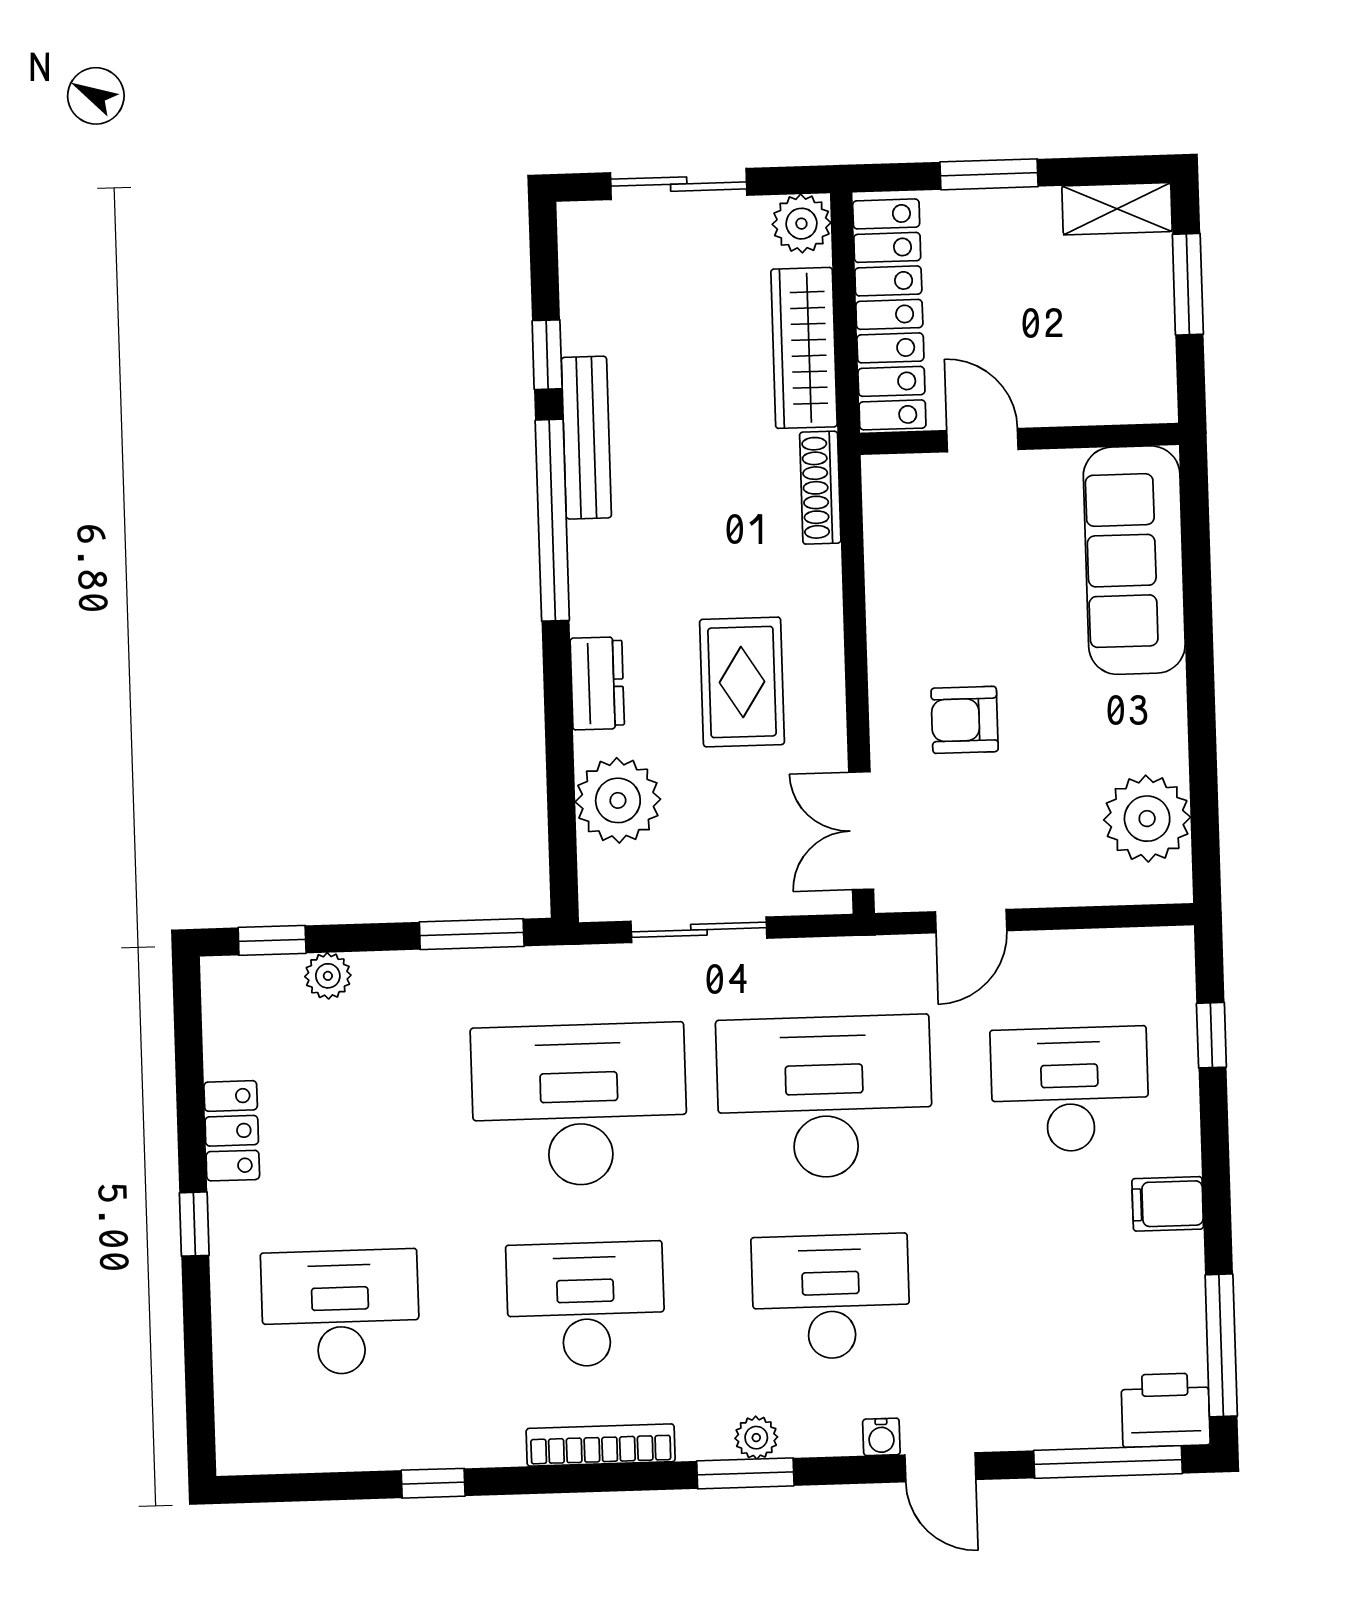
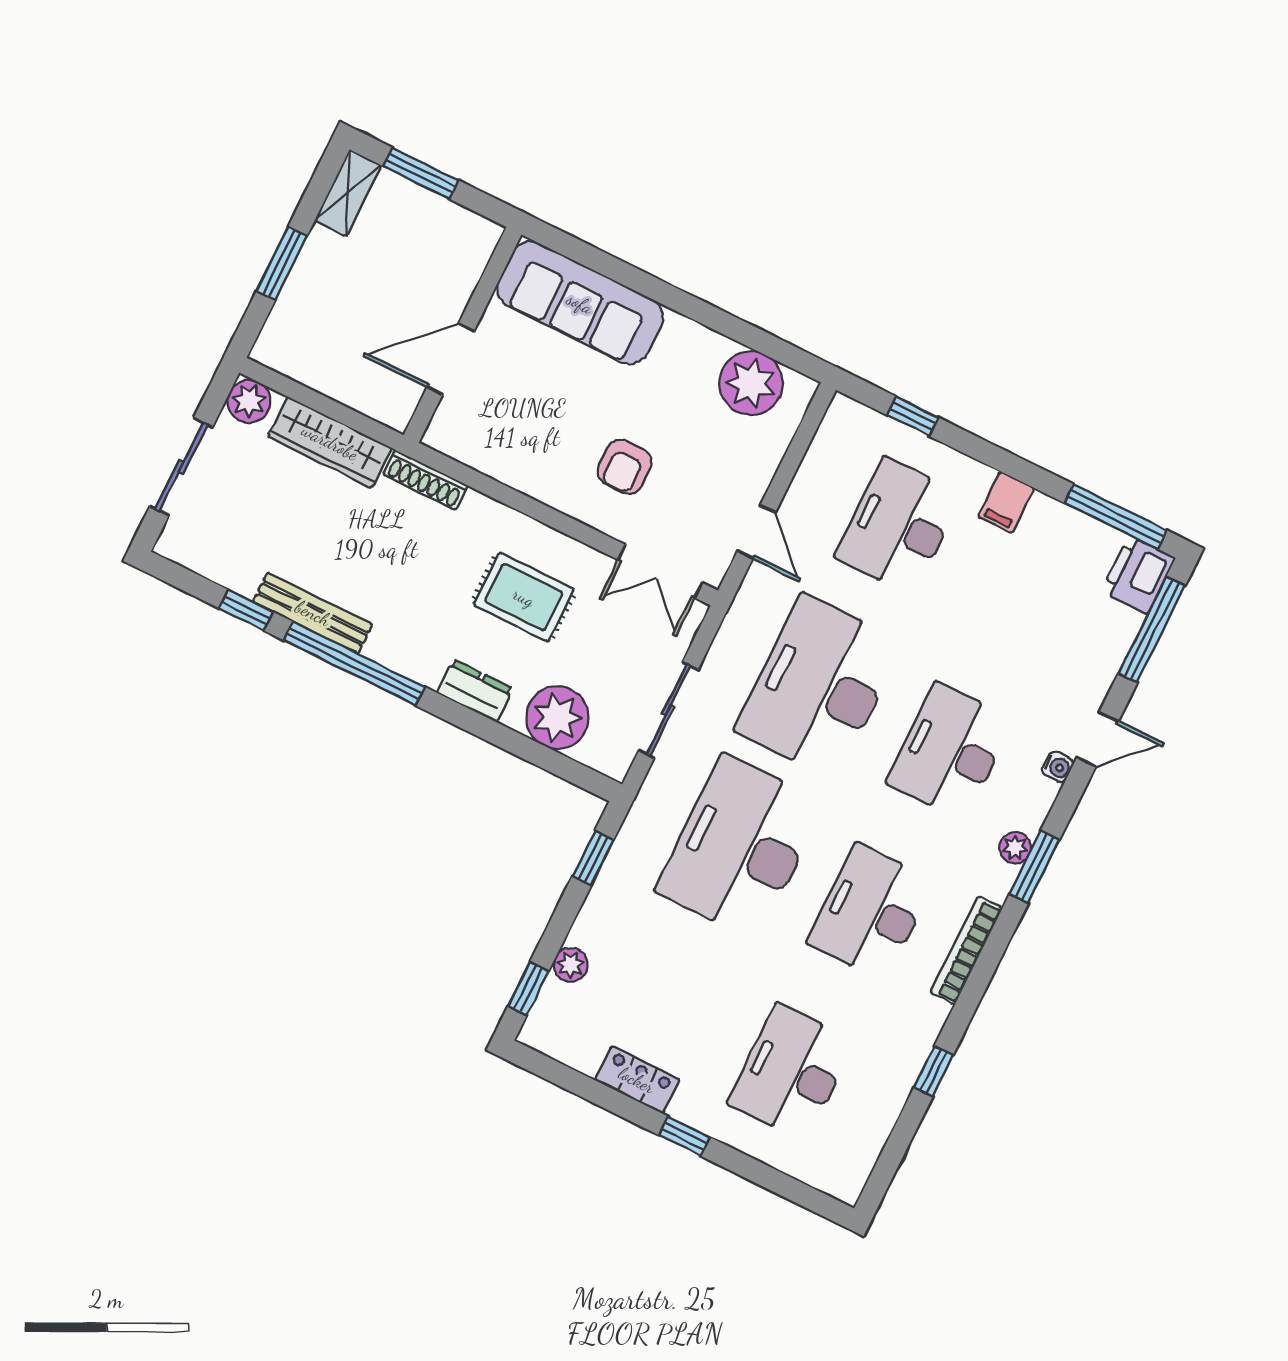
locker: (889, 314) -> (338, 376), removed
door: (982, 440) -> (451, 359), width x1.38
window: (472, 934) -> (593, 858), width x0.67

